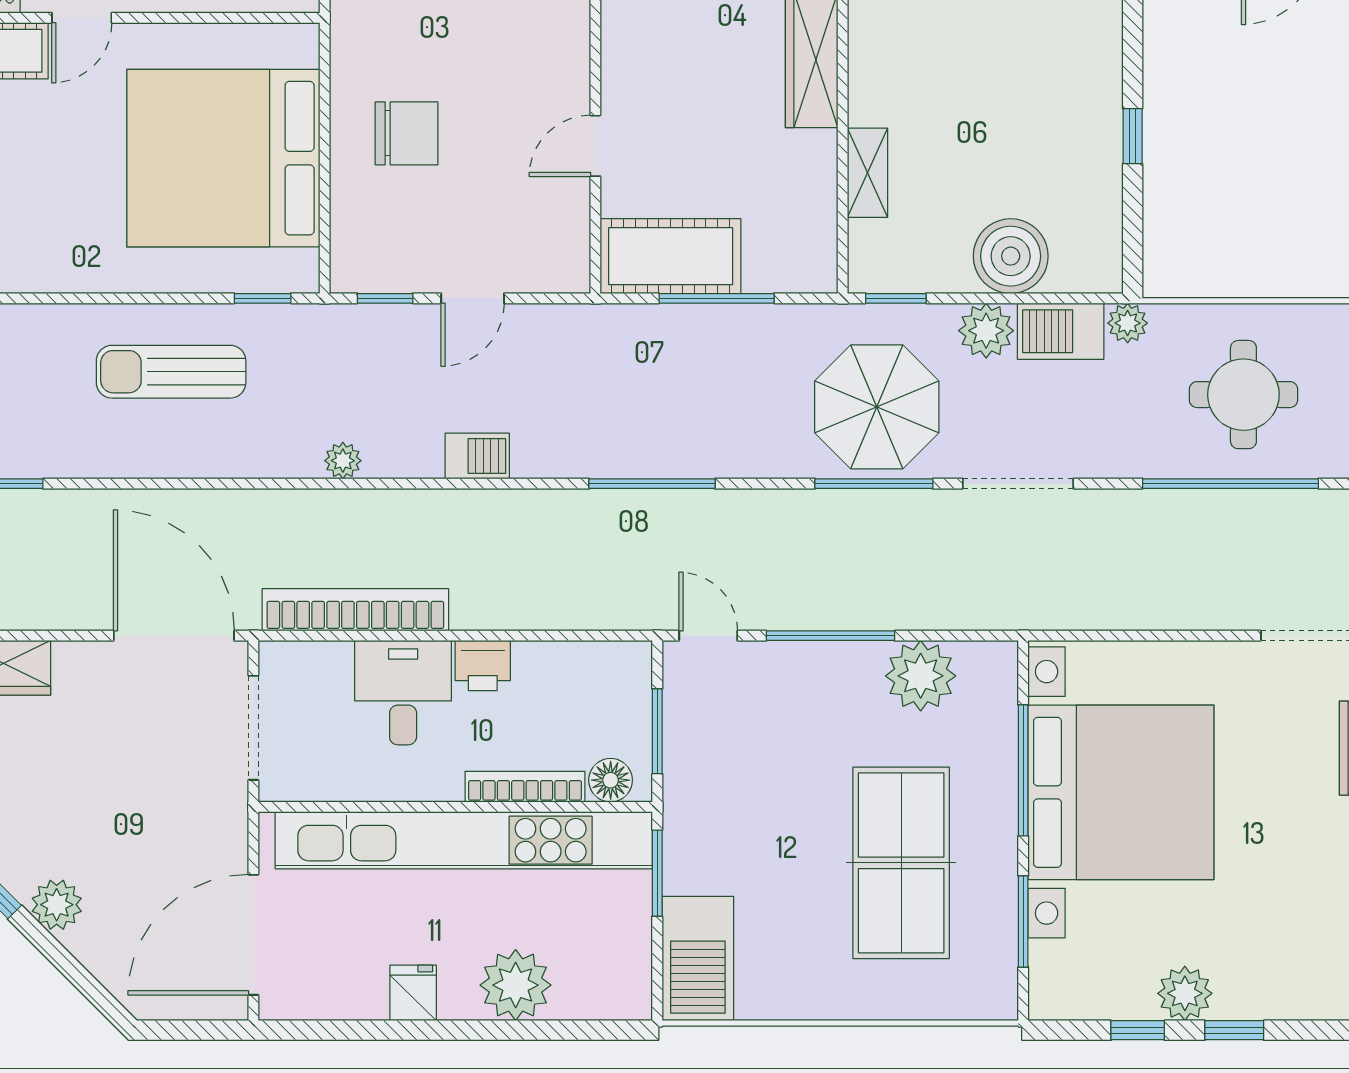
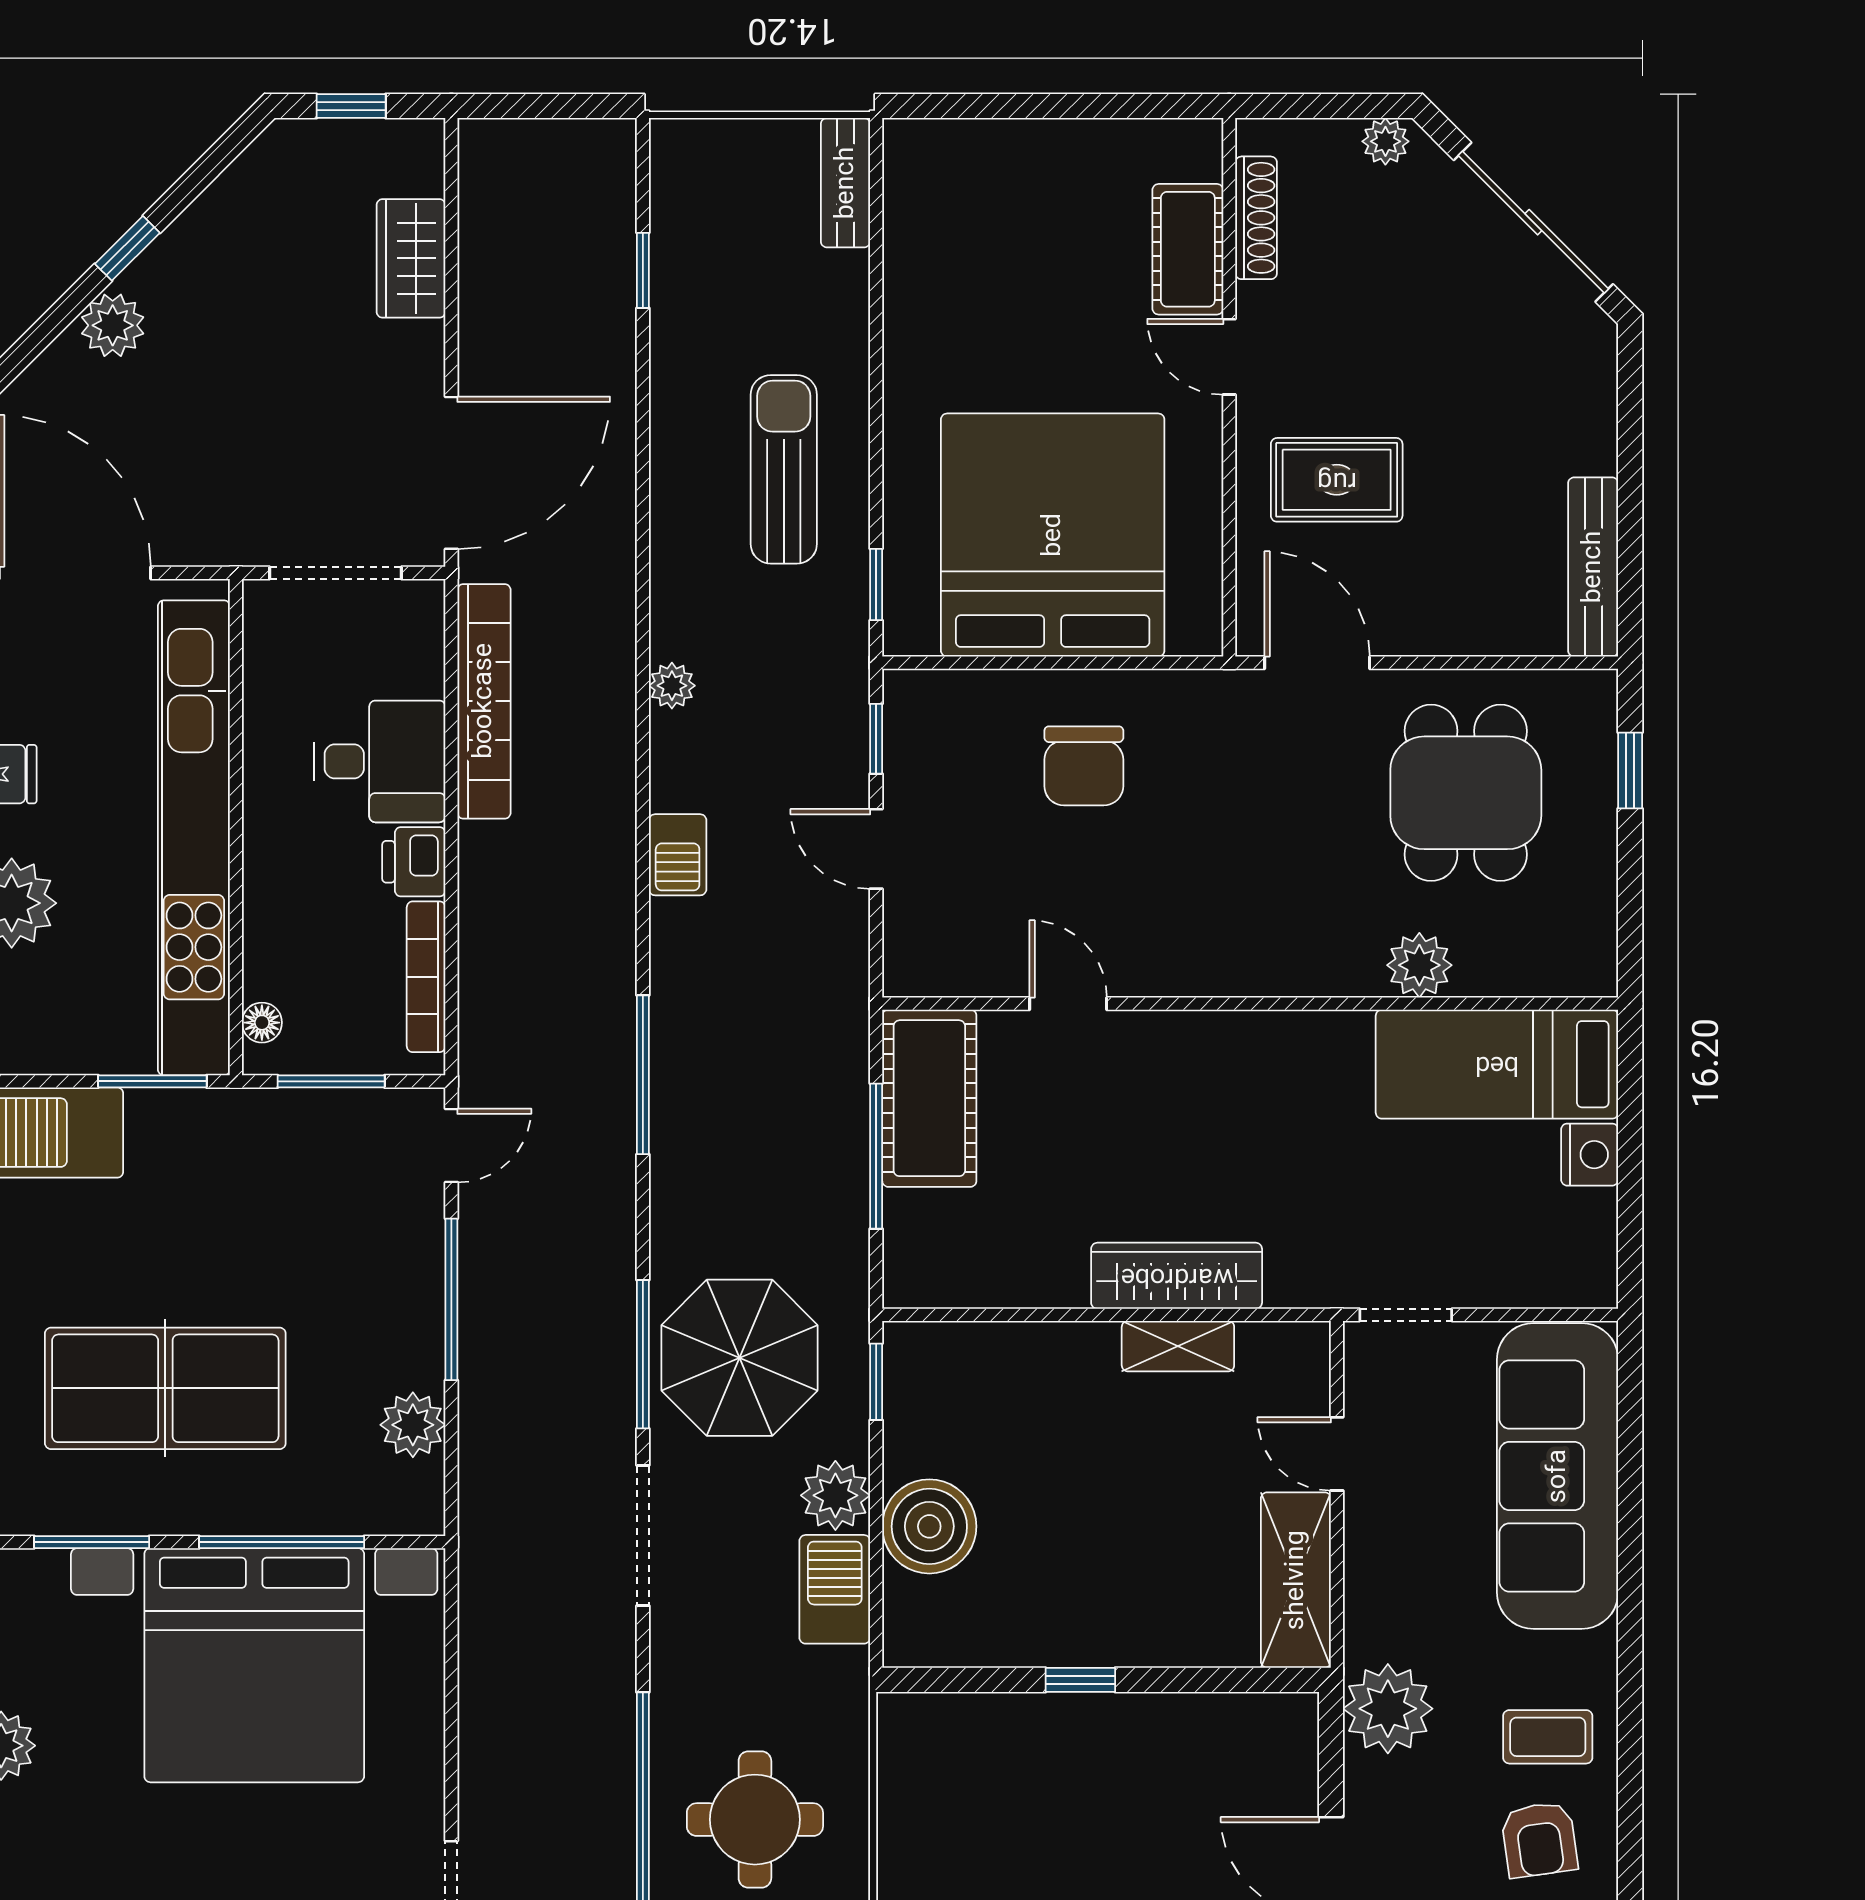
shelving: (867, 173) -> (1178, 1346), moved
plant: (1128, 323) -> (845, 1674), removed
plant: (921, 676) -> (413, 1425), width x0.73, depth x0.73
floor lamp: (611, 780) -> (262, 1023), width x0.73, depth x0.73
bookcase: (525, 787) -> (426, 977), moved, turned 180

